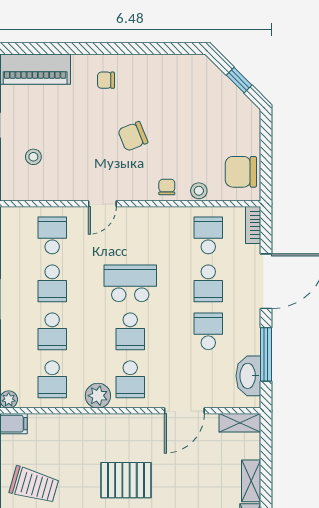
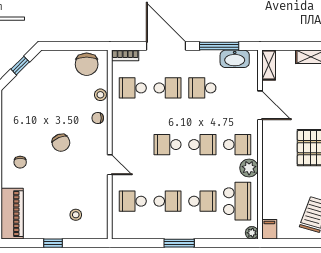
school desk: (130, 283) -> (168, 145), width x0.54
school desk: (52, 379) -> (237, 201), width x1.85

